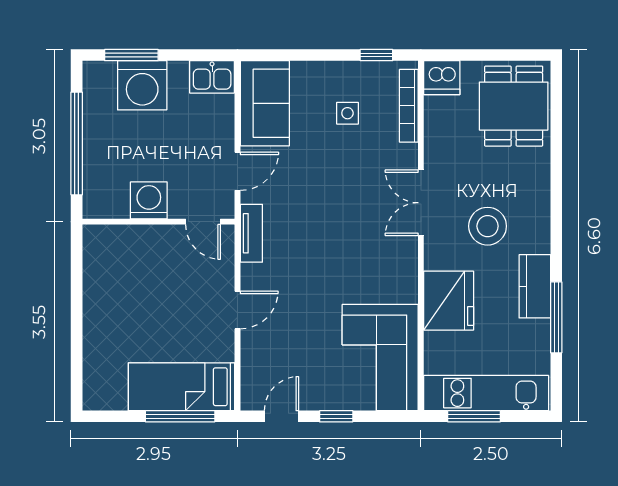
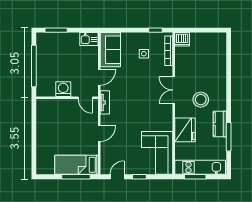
washing machine: (142, 85) -> (61, 42), removed
dining table: (514, 106) -> (211, 51), removed

